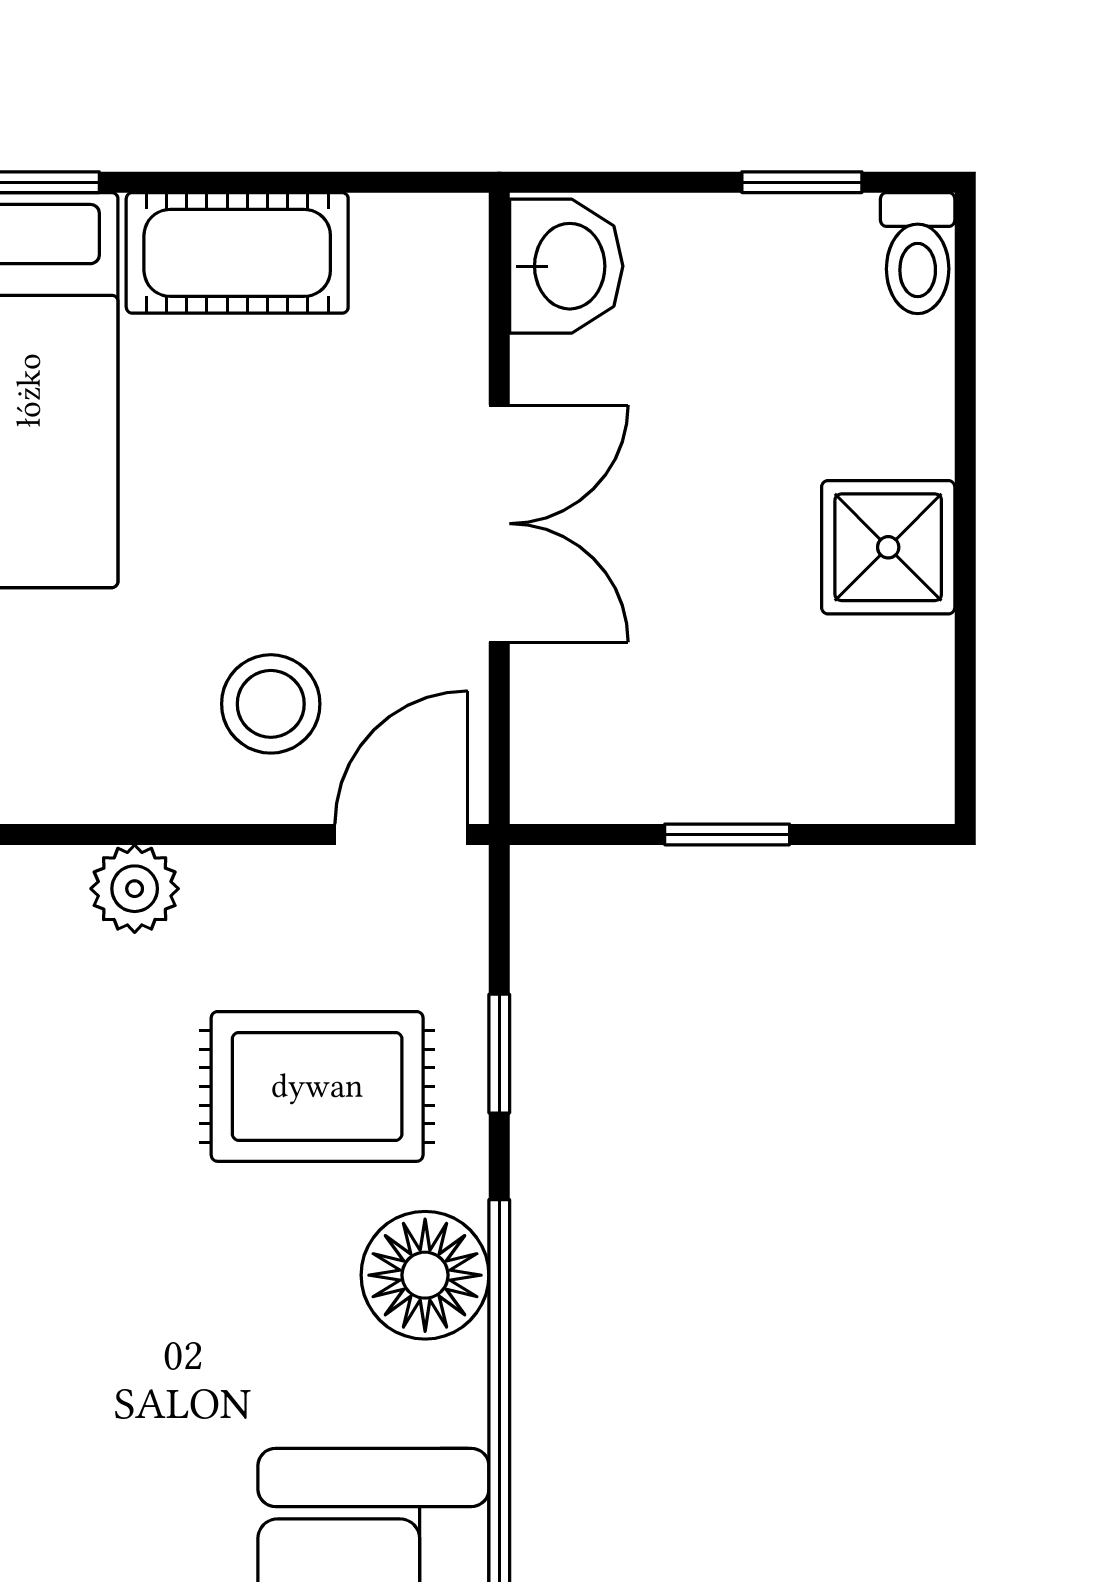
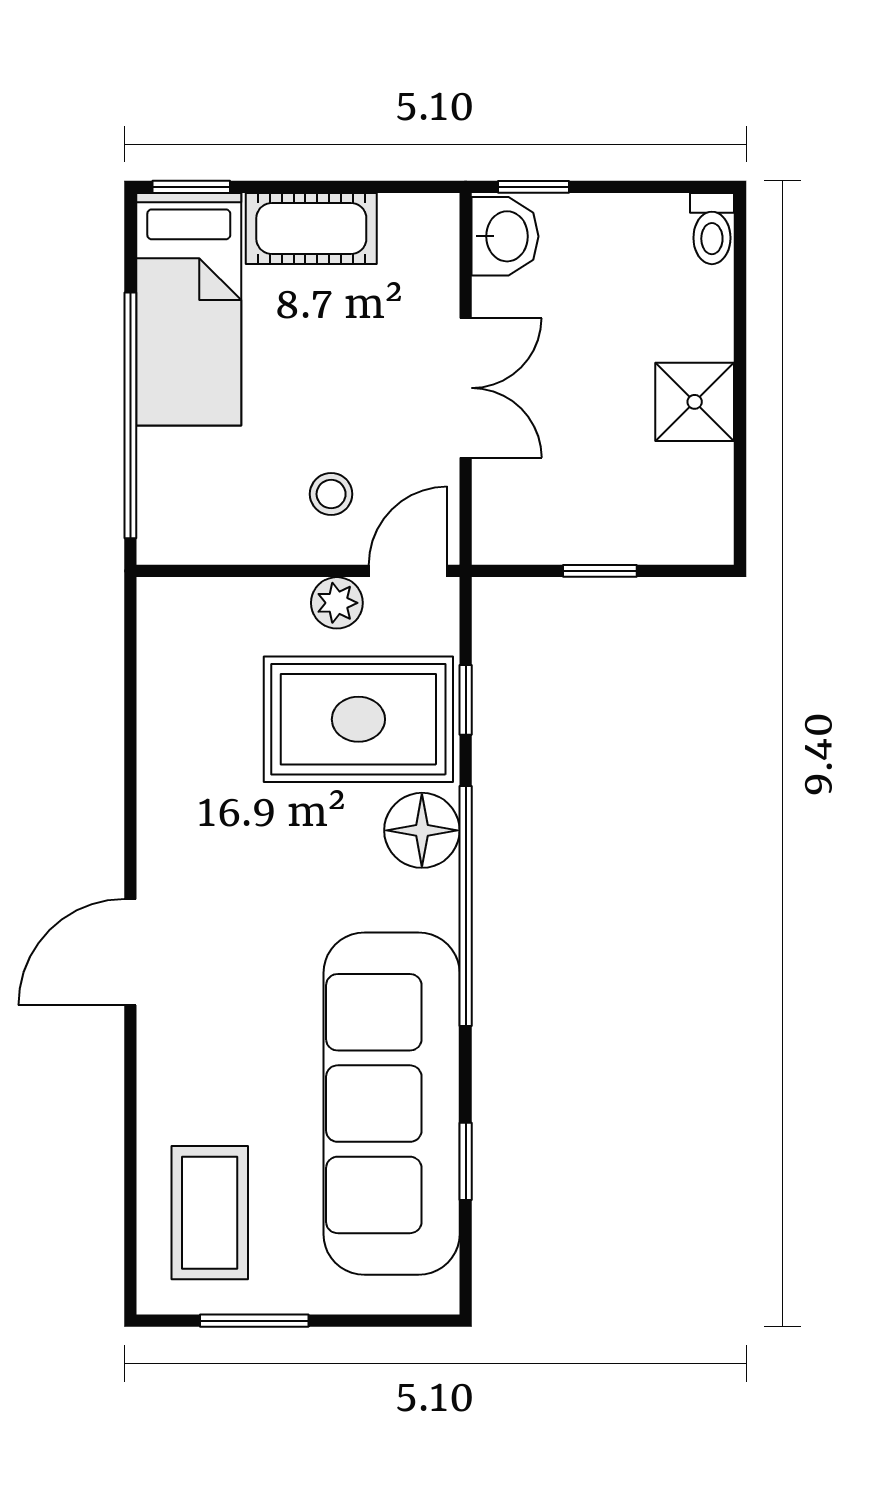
window: (802, 182) -> (533, 187), moved
stool: (271, 704) -> (331, 494), width x0.73, depth x0.73
plant: (135, 889) -> (337, 603), moved
rug: (317, 1086) -> (358, 719), width x1.36, depth x1.43

